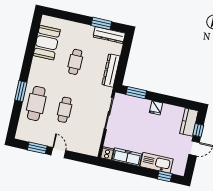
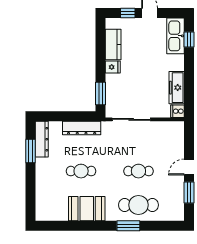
booth: (47, 43) -> (87, 209), moved
kitchen counter: (189, 122) -> (113, 44), moved, turned -90
kitchen sink: (157, 163) -> (176, 36), moved

